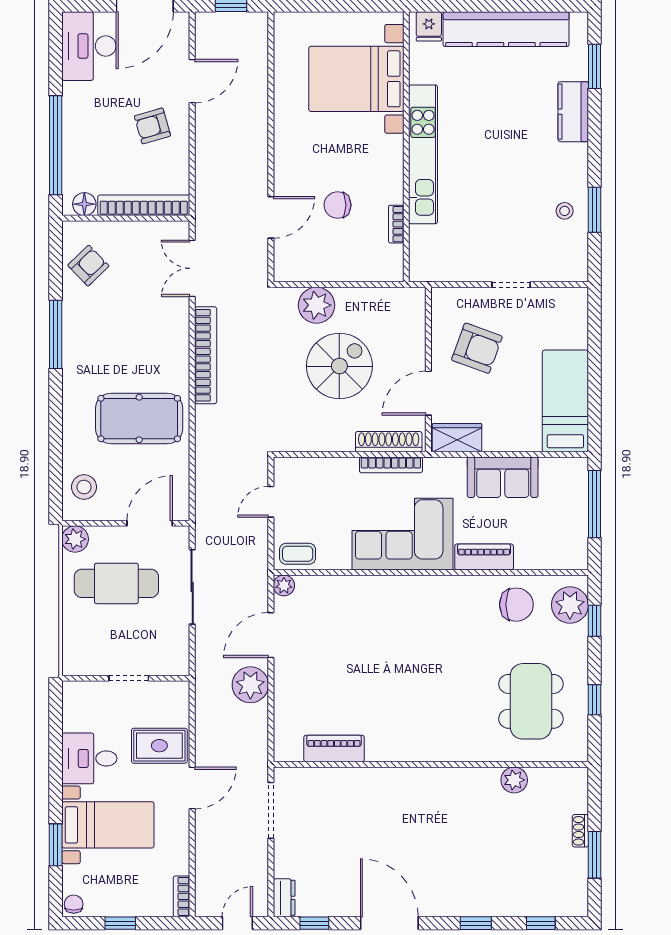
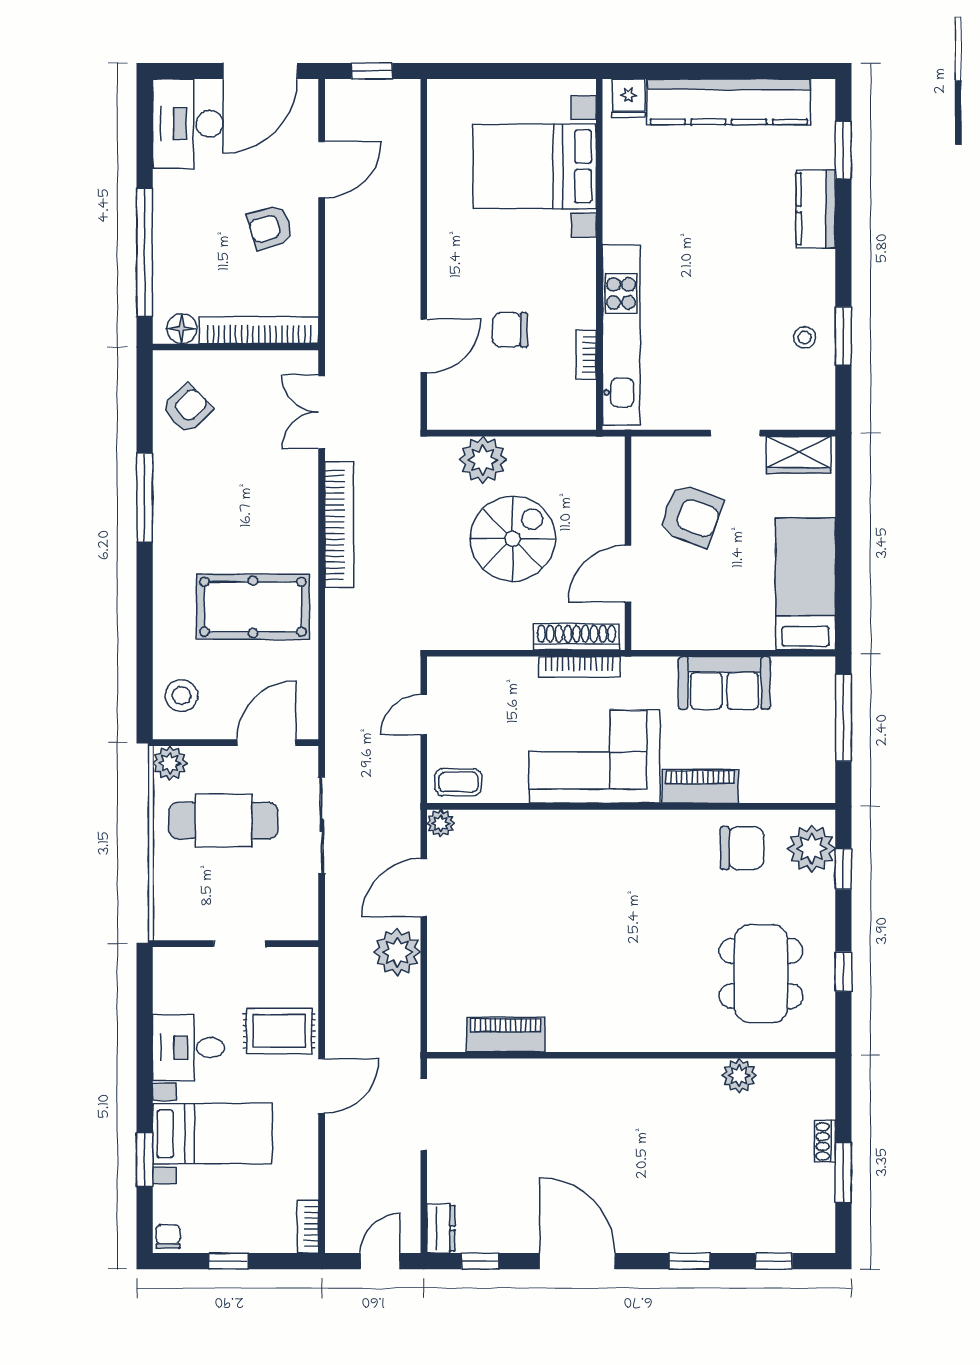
kitchen unit: (423, 154) -> (621, 335), moved
wardrobe: (457, 438) -> (799, 455), moved, turned 180

